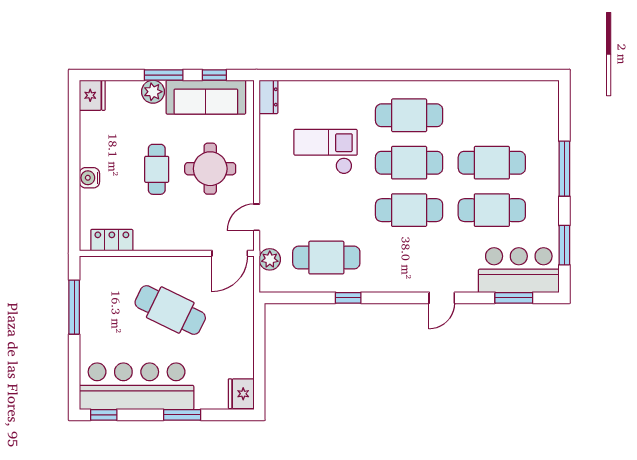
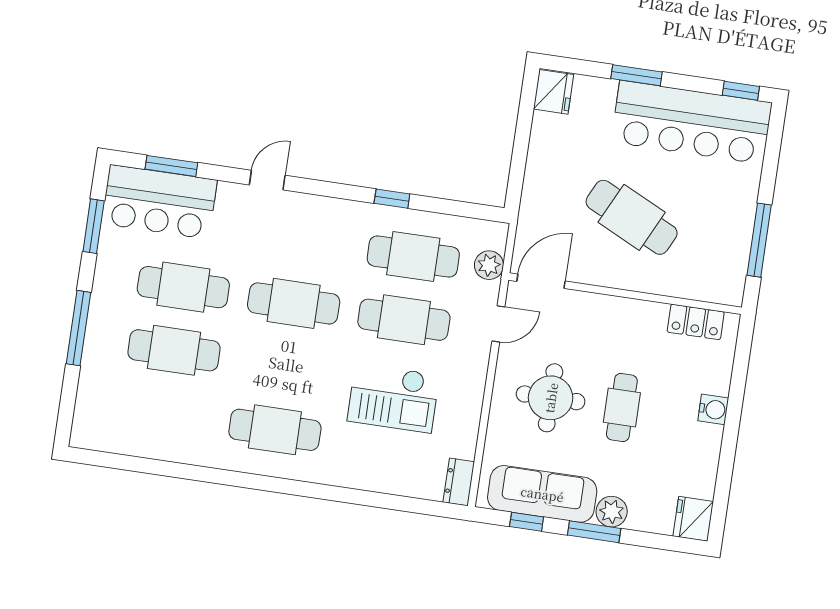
cafe table: (409, 163) -> (404, 320), moved

